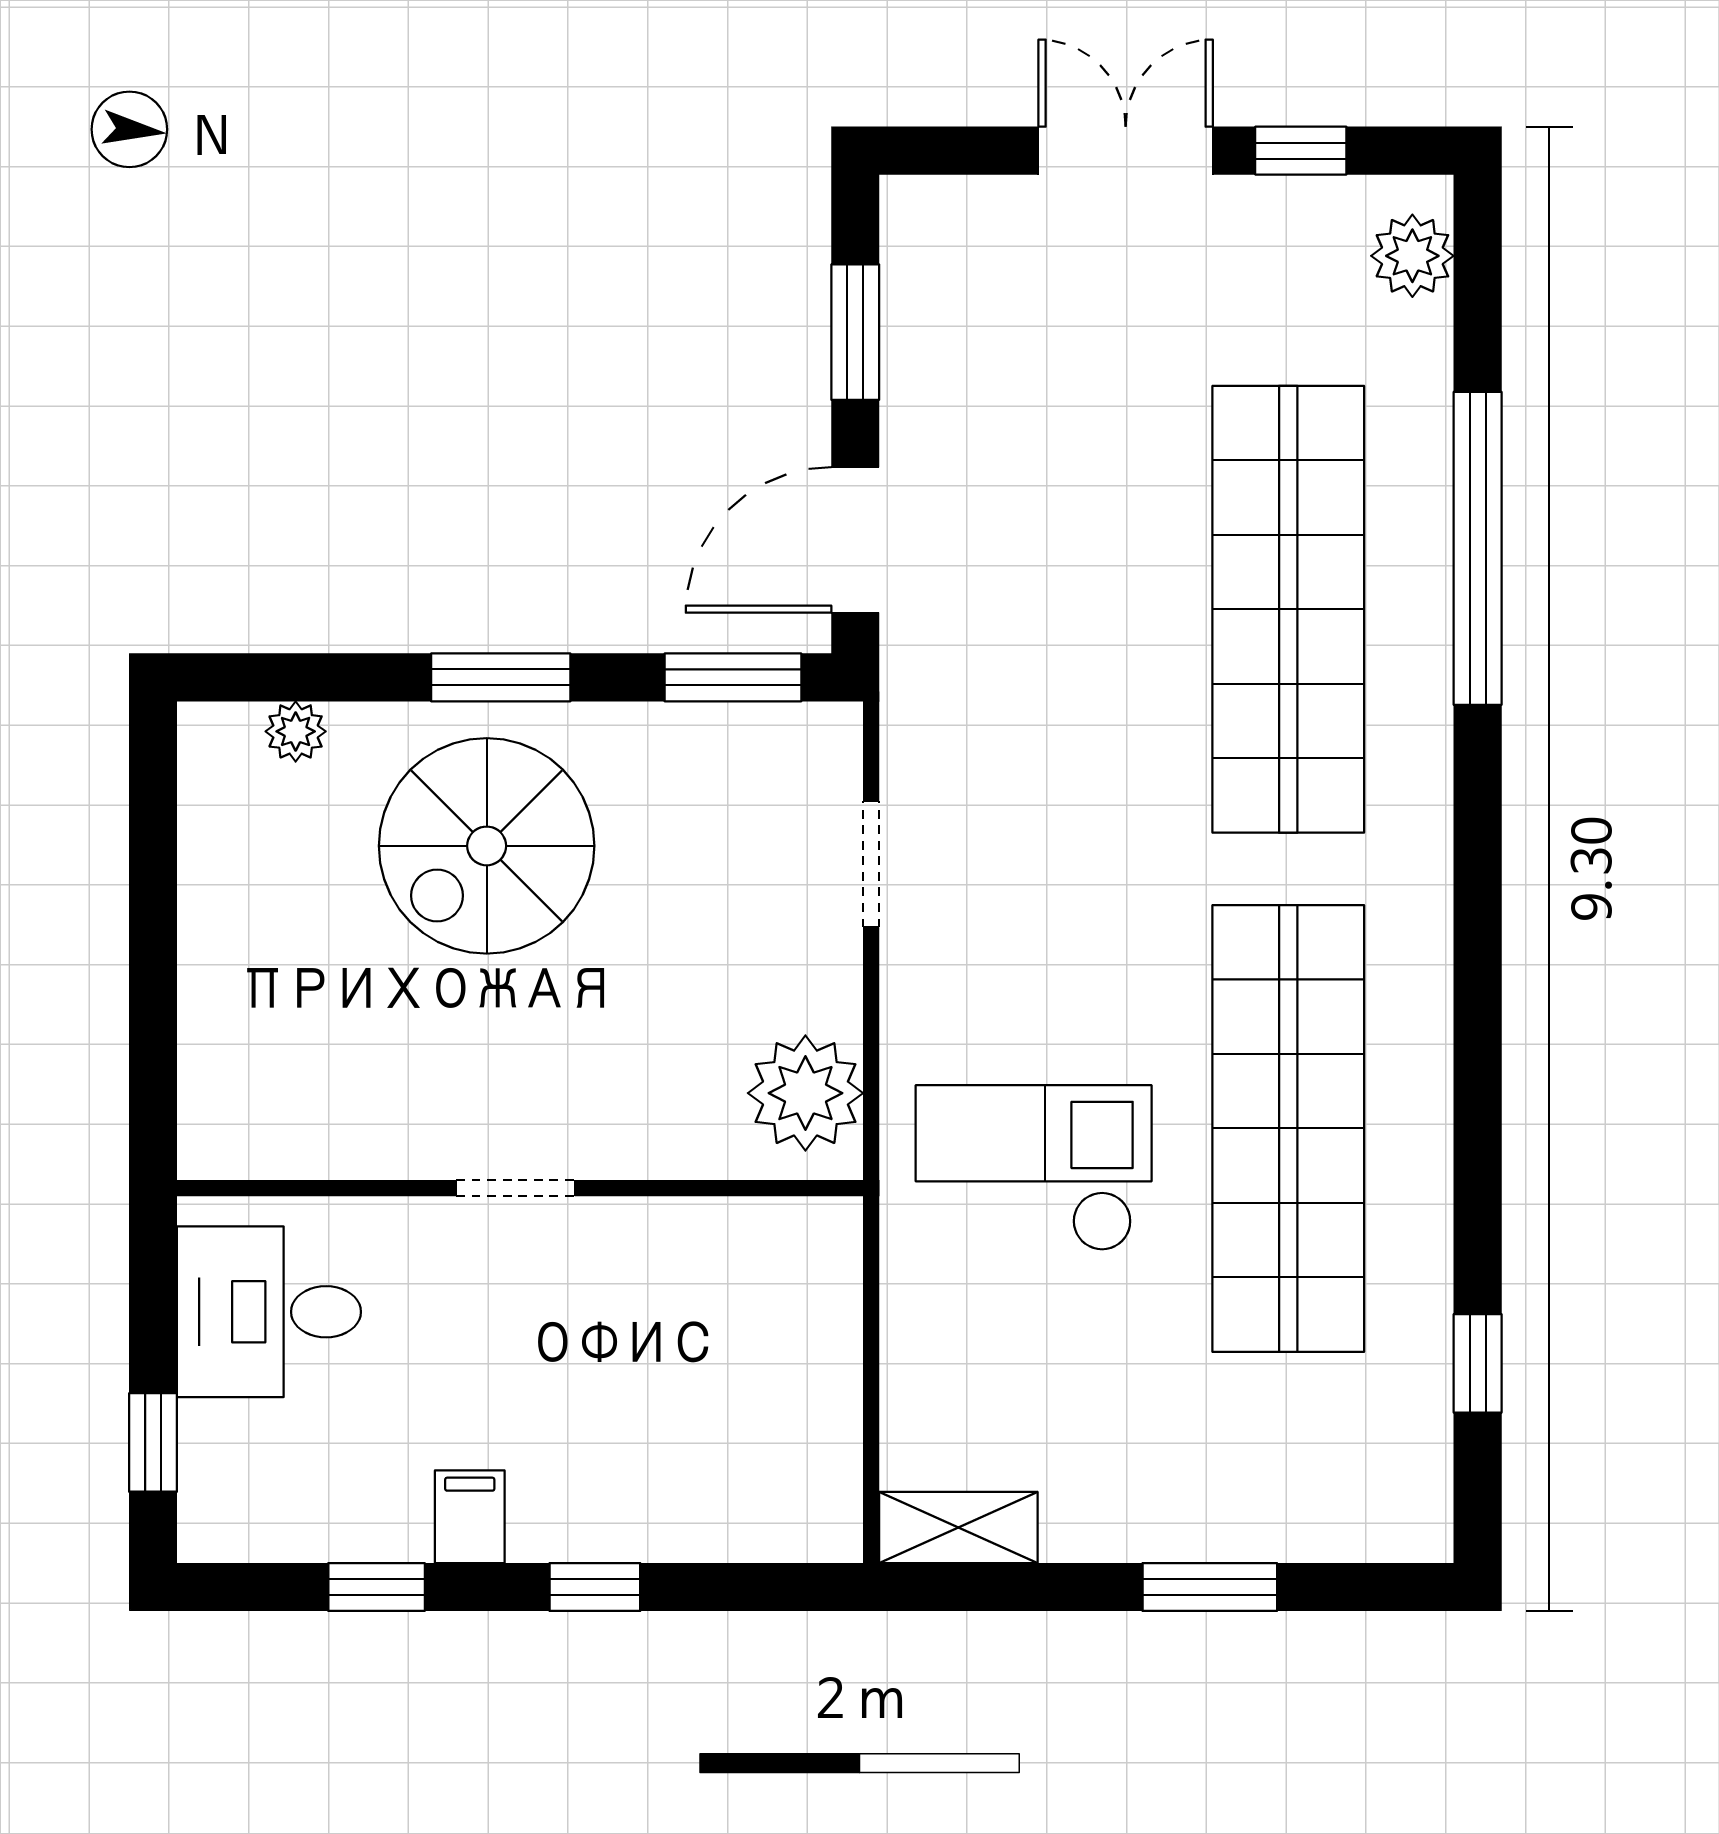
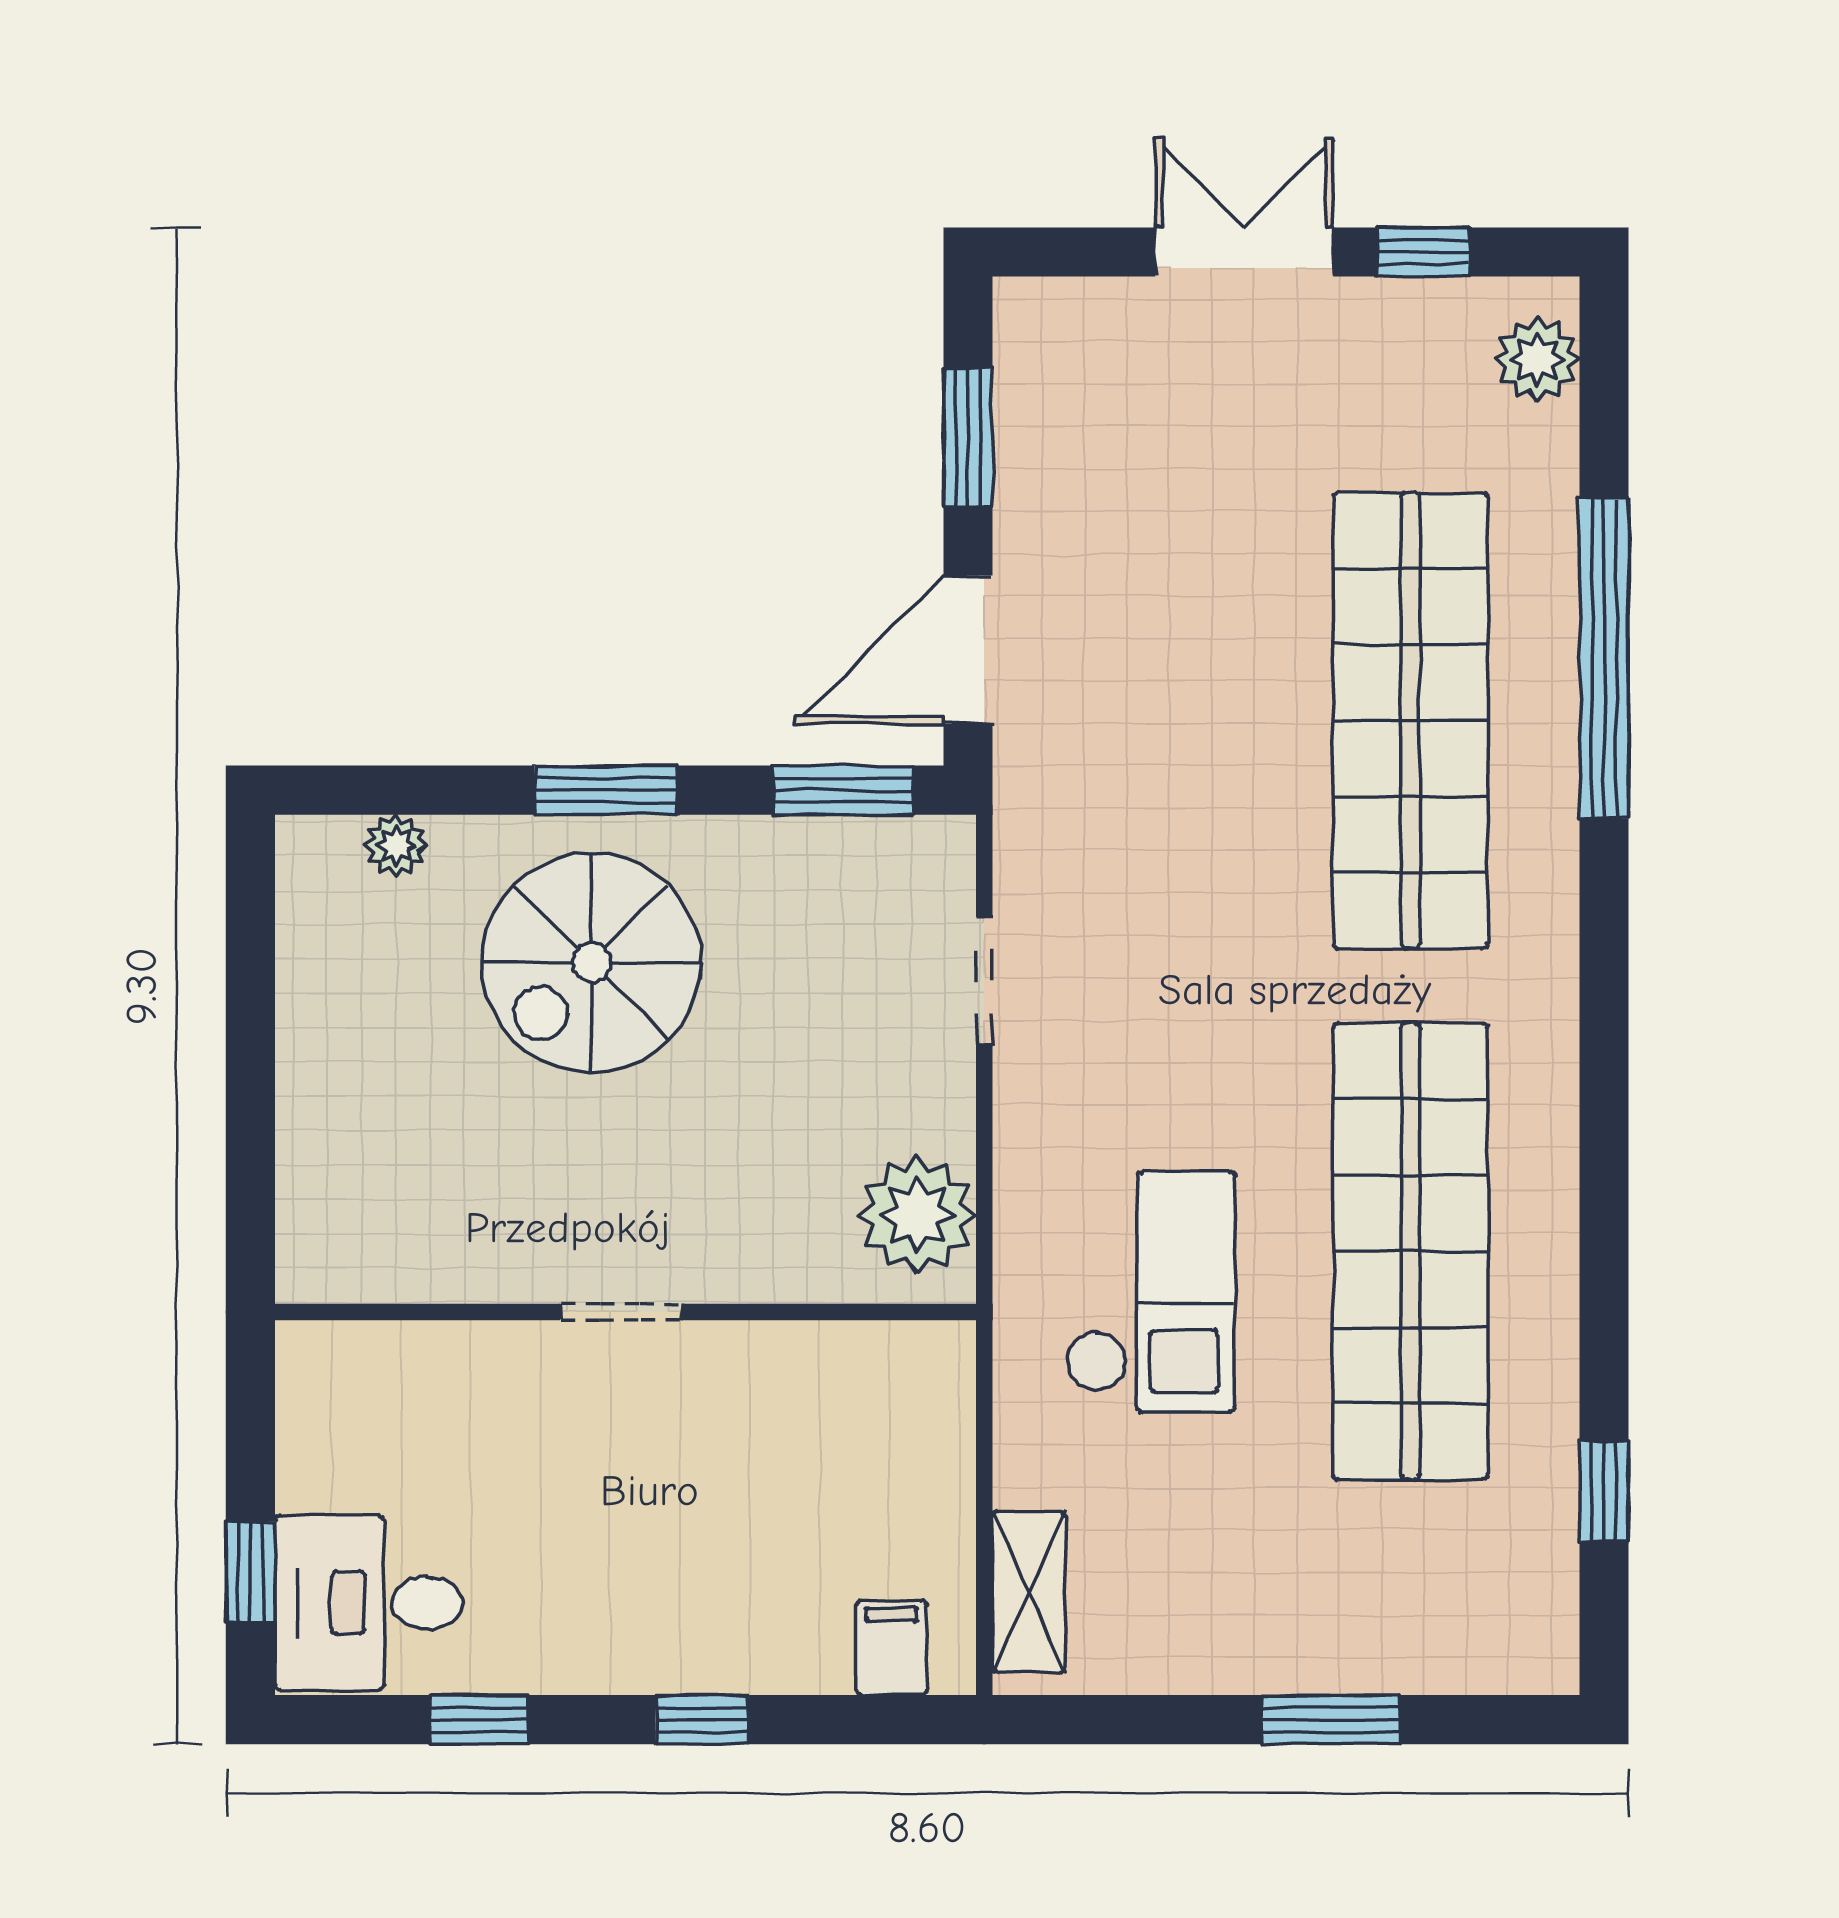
checkout: (1034, 1168) -> (1150, 1292), turned 90
desk: (269, 1312) -> (369, 1603), moved
filing cabinet: (470, 1517) -> (892, 1648), moved
shelving: (958, 1527) -> (1029, 1592), moved, turned 90

